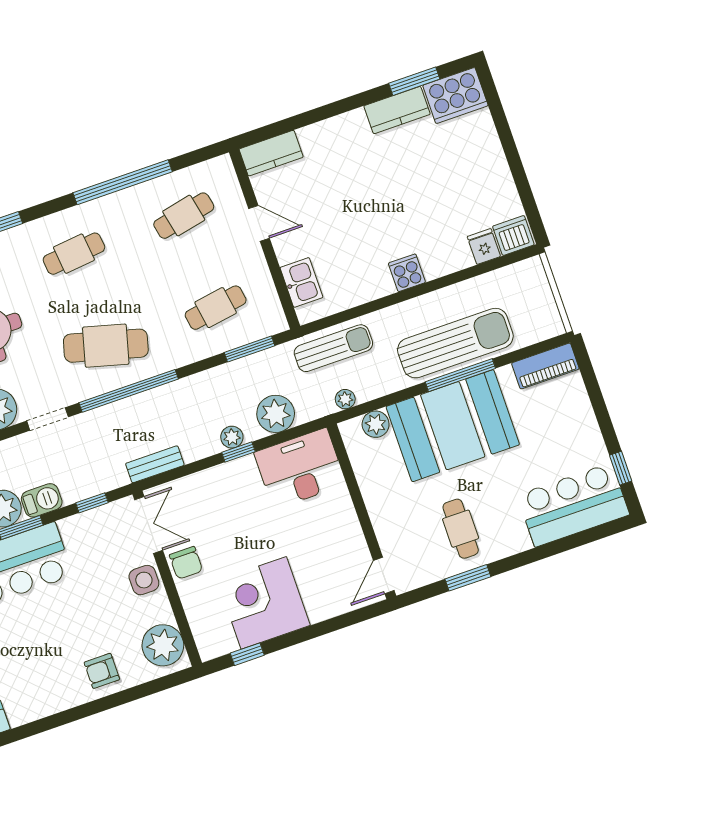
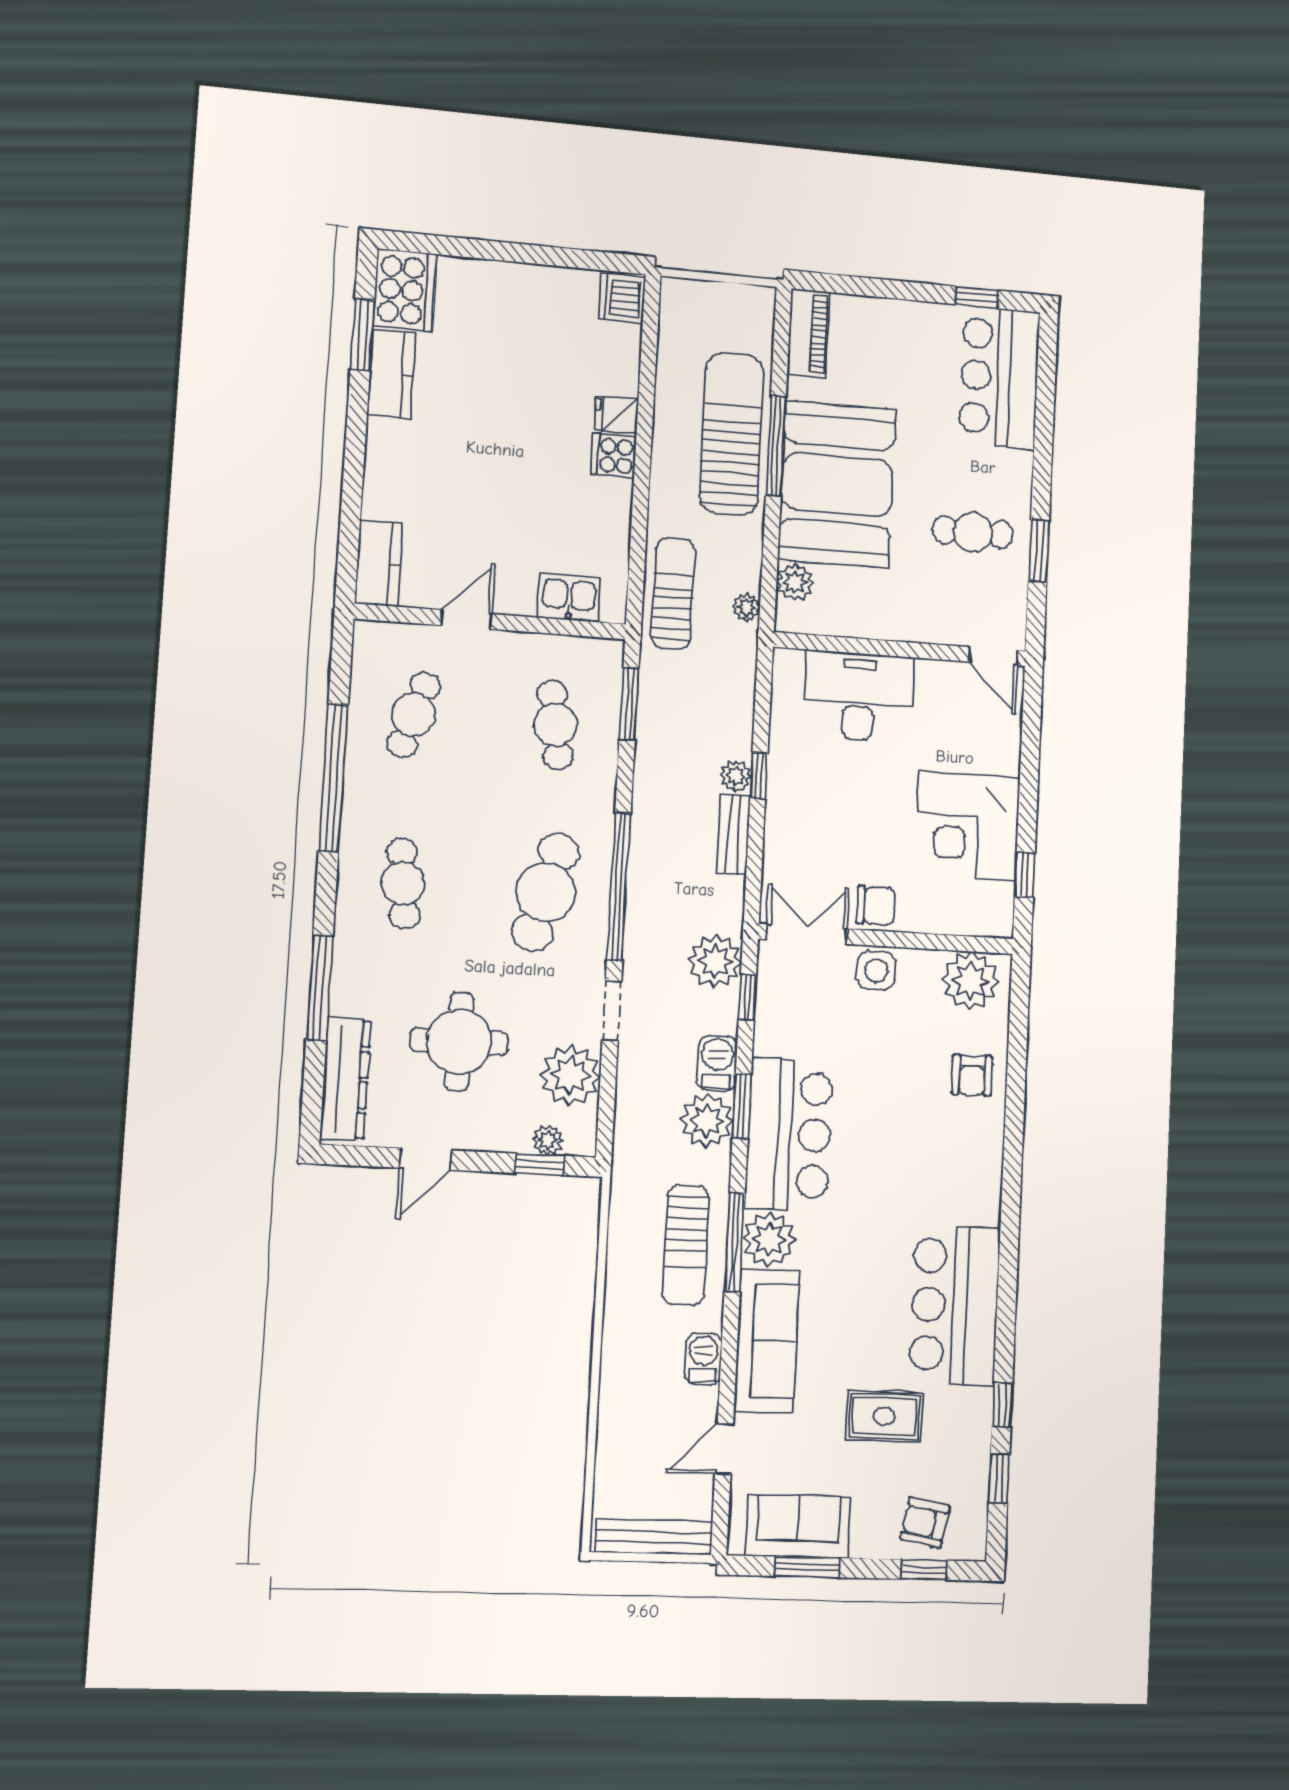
cafe table: (184, 216) -> (414, 715), turned 30
fridge: (484, 246) -> (616, 415), moved
plant: (276, 414) -> (715, 961), moved
bench: (155, 464) -> (733, 834), moved
desk: (300, 469) -> (858, 696), moved, turned 90

